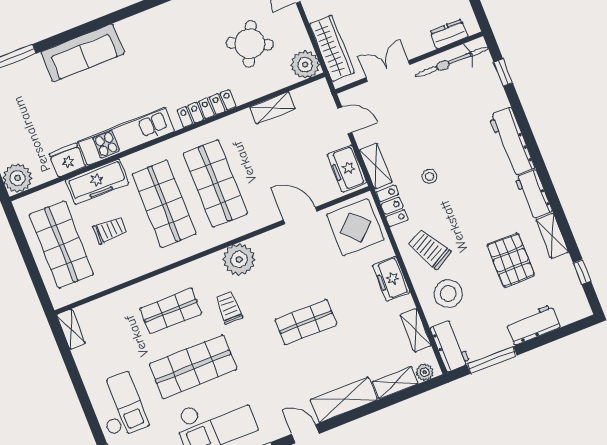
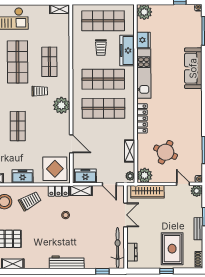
plant: (316, 90) -> (130, 176), added
door: (345, 121) -> (109, 184), hinge flipped
workbench: (533, 195) -> (37, 263), removed
door: (300, 216) -> (71, 144), hinge flipped

